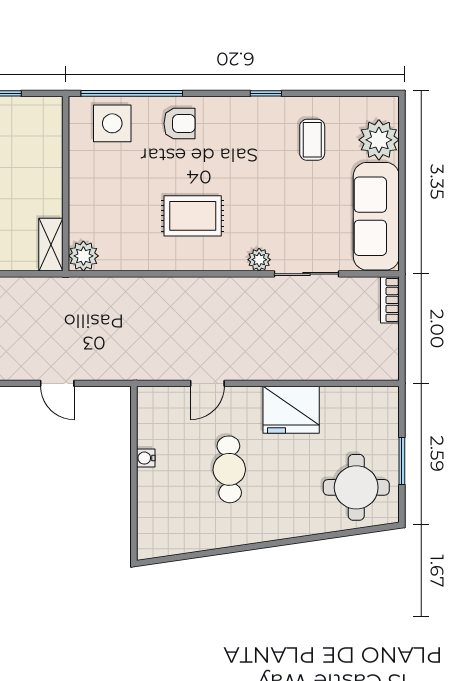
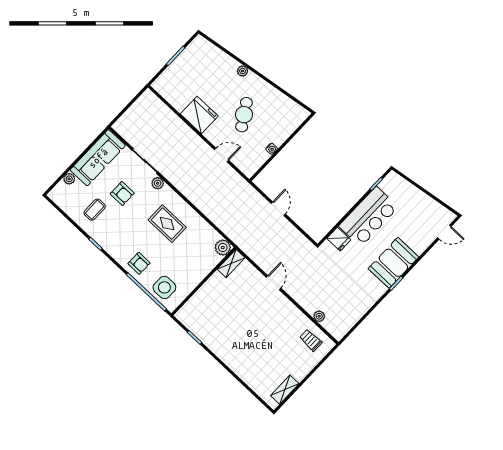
armchair: (179, 124) -> (139, 263), turned 180
plant: (379, 140) -> (69, 179), width x0.53, depth x0.53
armchair: (295, 199) -> (122, 194), added
bookcase: (390, 300) -> (123, 121), removed
cafe table: (229, 469) -> (244, 115), turned -30
round table: (356, 487) -> (202, 62), removed
plant: (289, 528) -> (243, 71), added

